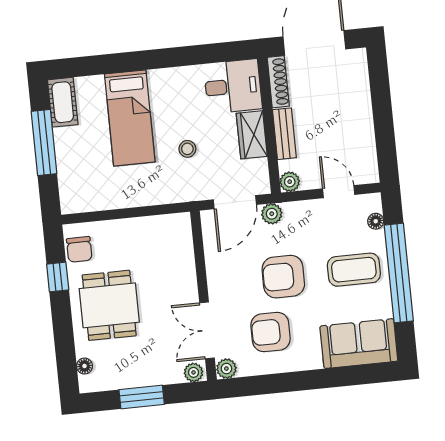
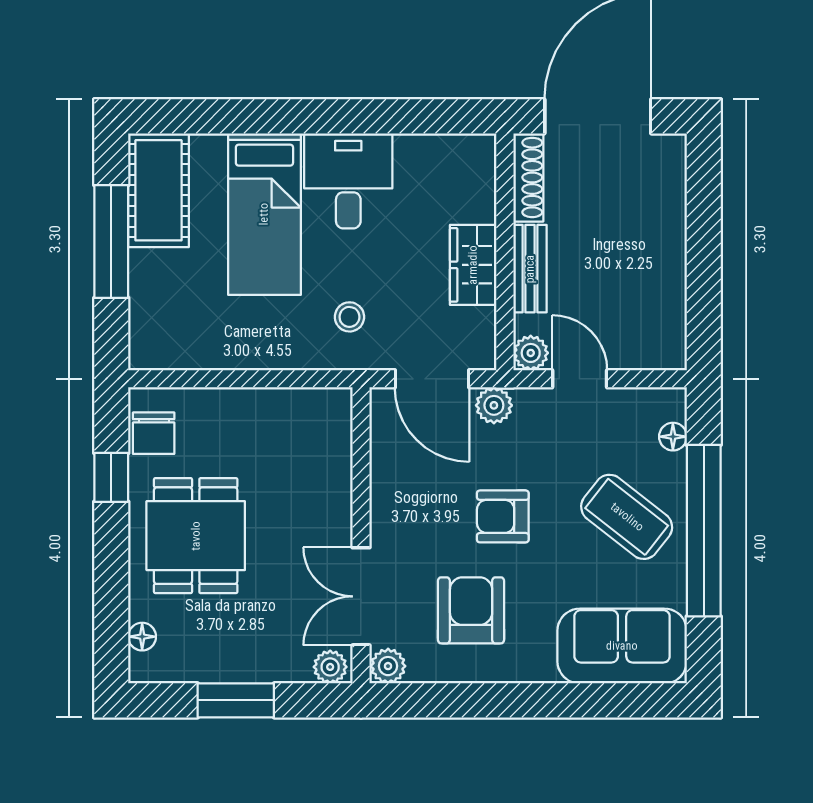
desk: (233, 86) -> (348, 181), moved, turned -90
cot: (63, 102) -> (159, 190), width x1.37, depth x1.34
stool: (187, 149) -> (349, 317), moved
door: (339, 192) -> (580, 379), moved
door: (235, 202) -> (432, 379), hinge flipped
coffee table: (354, 270) -> (627, 517), turned 38
armchair: (283, 277) -> (503, 516), width x0.72, depth x0.72
armchair: (271, 332) -> (471, 610), turned 90

